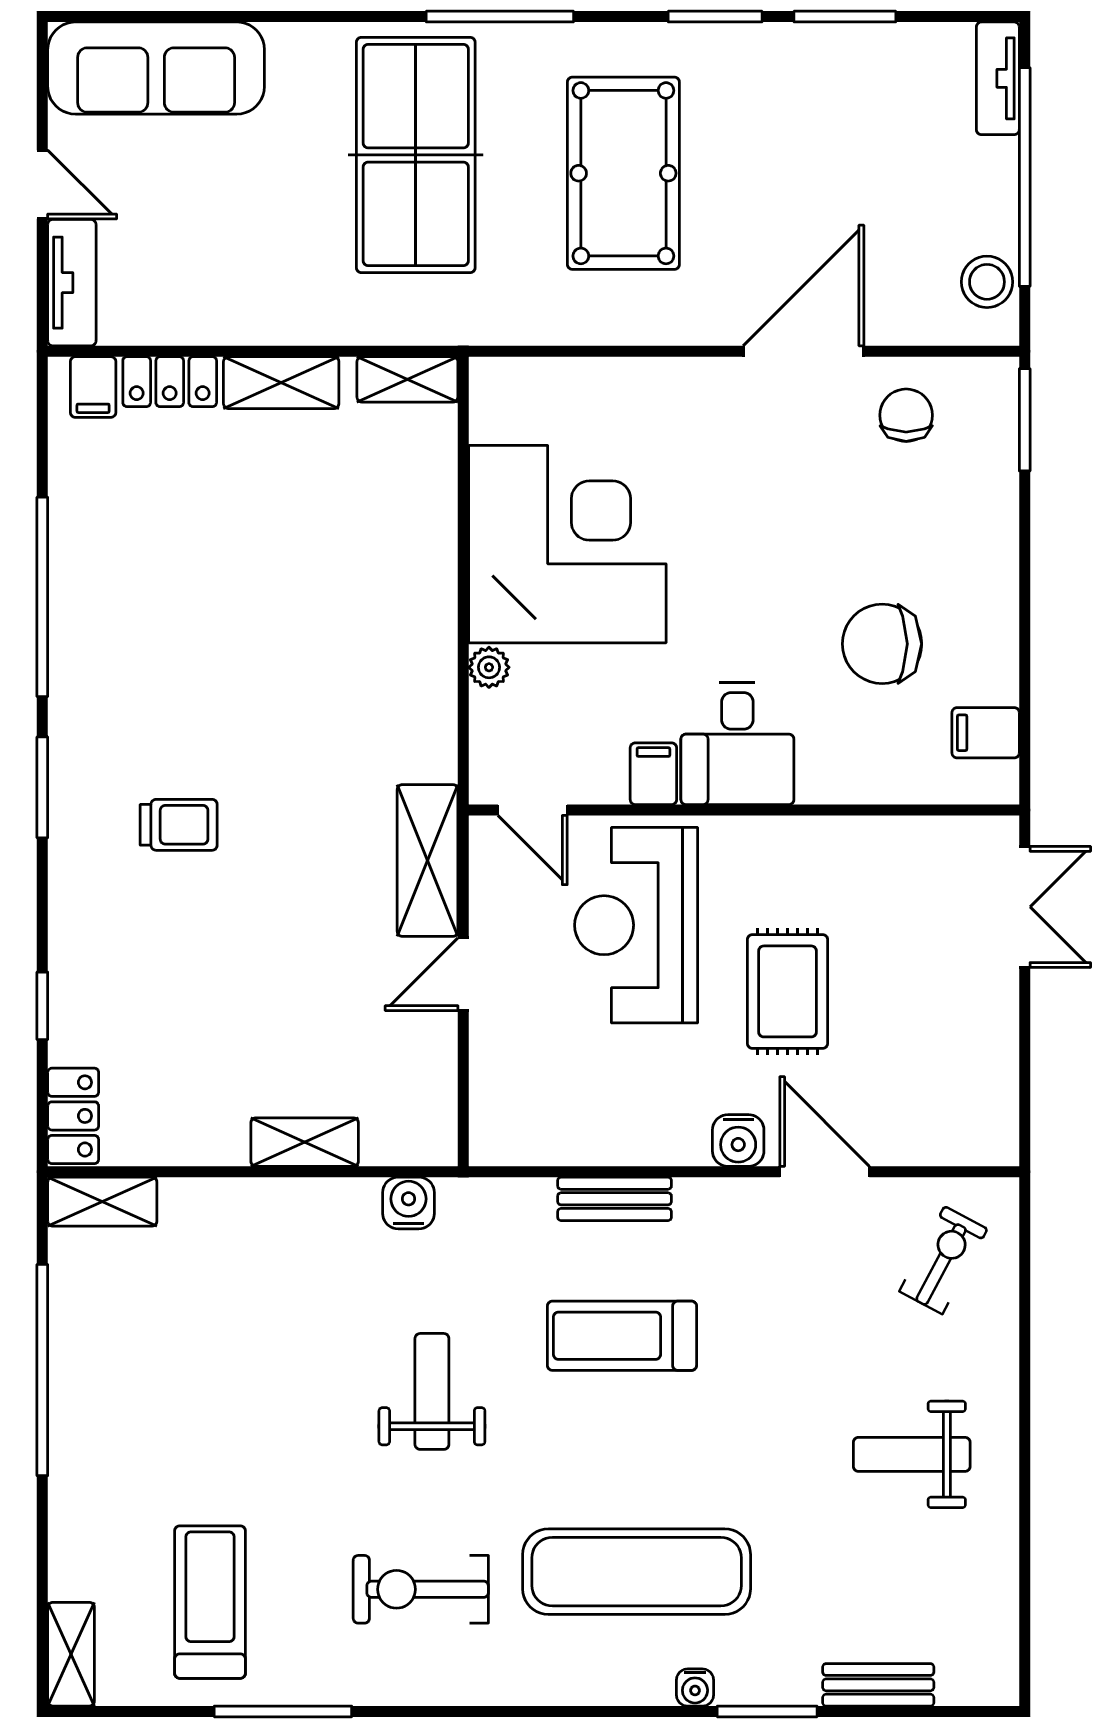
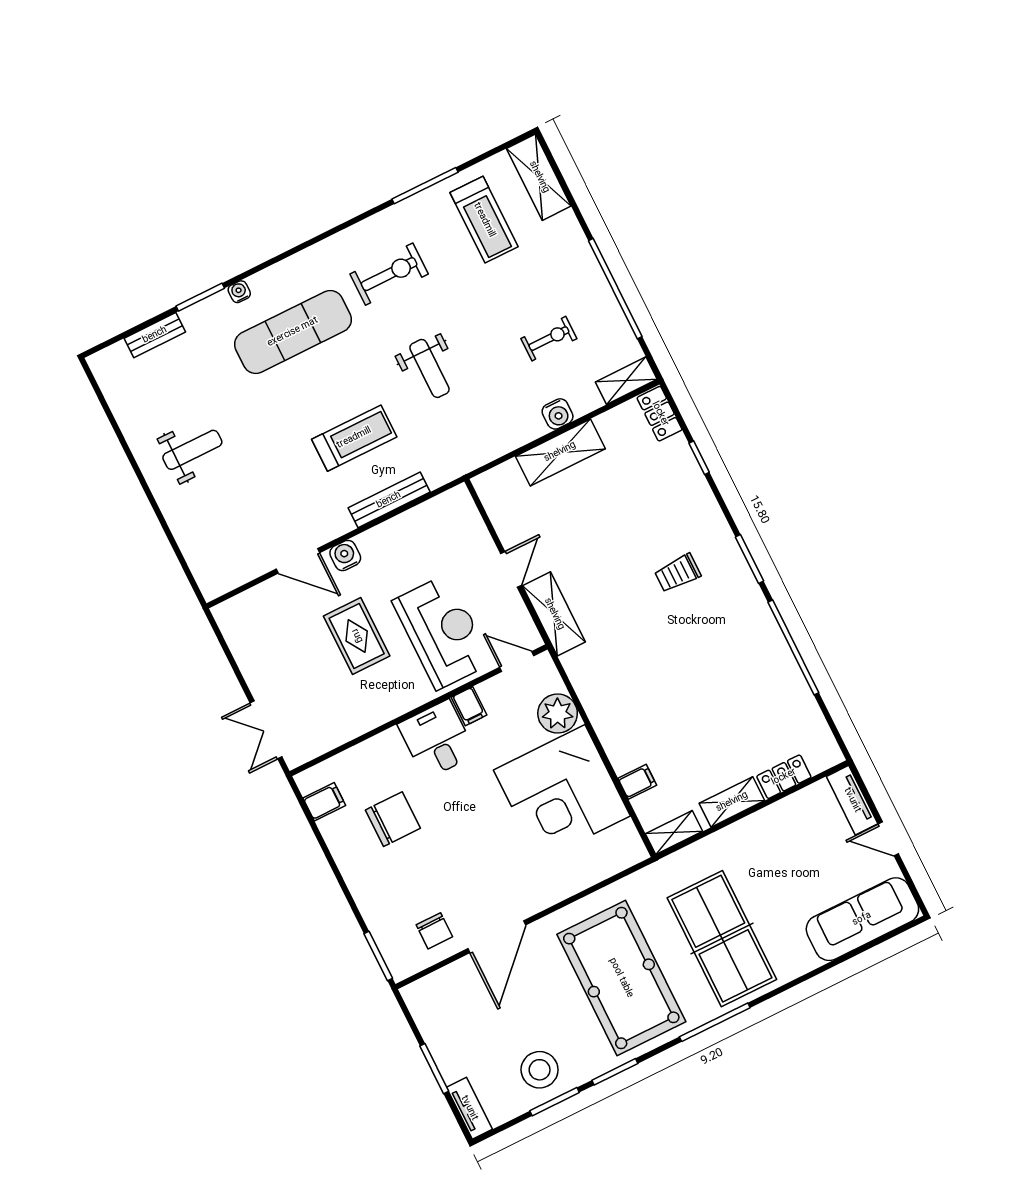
pool table: (623, 173) -> (621, 978), width x1.36, depth x1.32
window: (1025, 177) -> (434, 1069), width x0.47
stool: (987, 282) -> (540, 1070), moved, width x1.38, depth x1.38
filing cabinet: (93, 387) -> (637, 782), moved, turned 90
plant: (489, 667) -> (558, 714), width x1.88, depth x1.88
shelving: (305, 1142) -> (560, 452), width x1.50, depth x1.33
bench: (615, 1199) -> (389, 500), width x1.36
water cooler: (409, 1203) -> (558, 414), moved
exercise bike: (943, 1260) -> (549, 339), moved, turned -118
shelving: (71, 1654) -> (539, 177), width x1.50, depth x1.33

